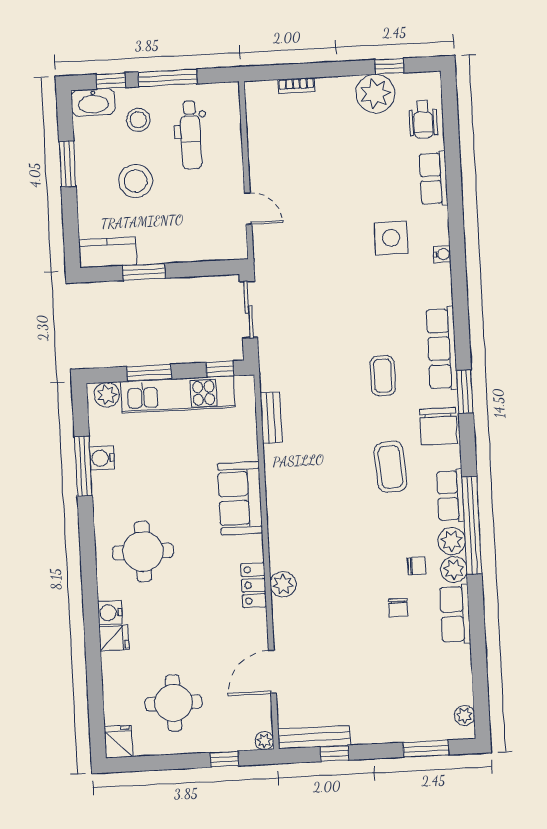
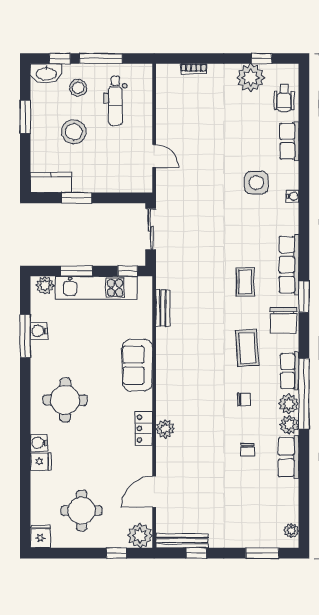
chair: (417, 566) -> (244, 399), moved
plant: (264, 741) -> (140, 535), width x1.88, depth x1.88

